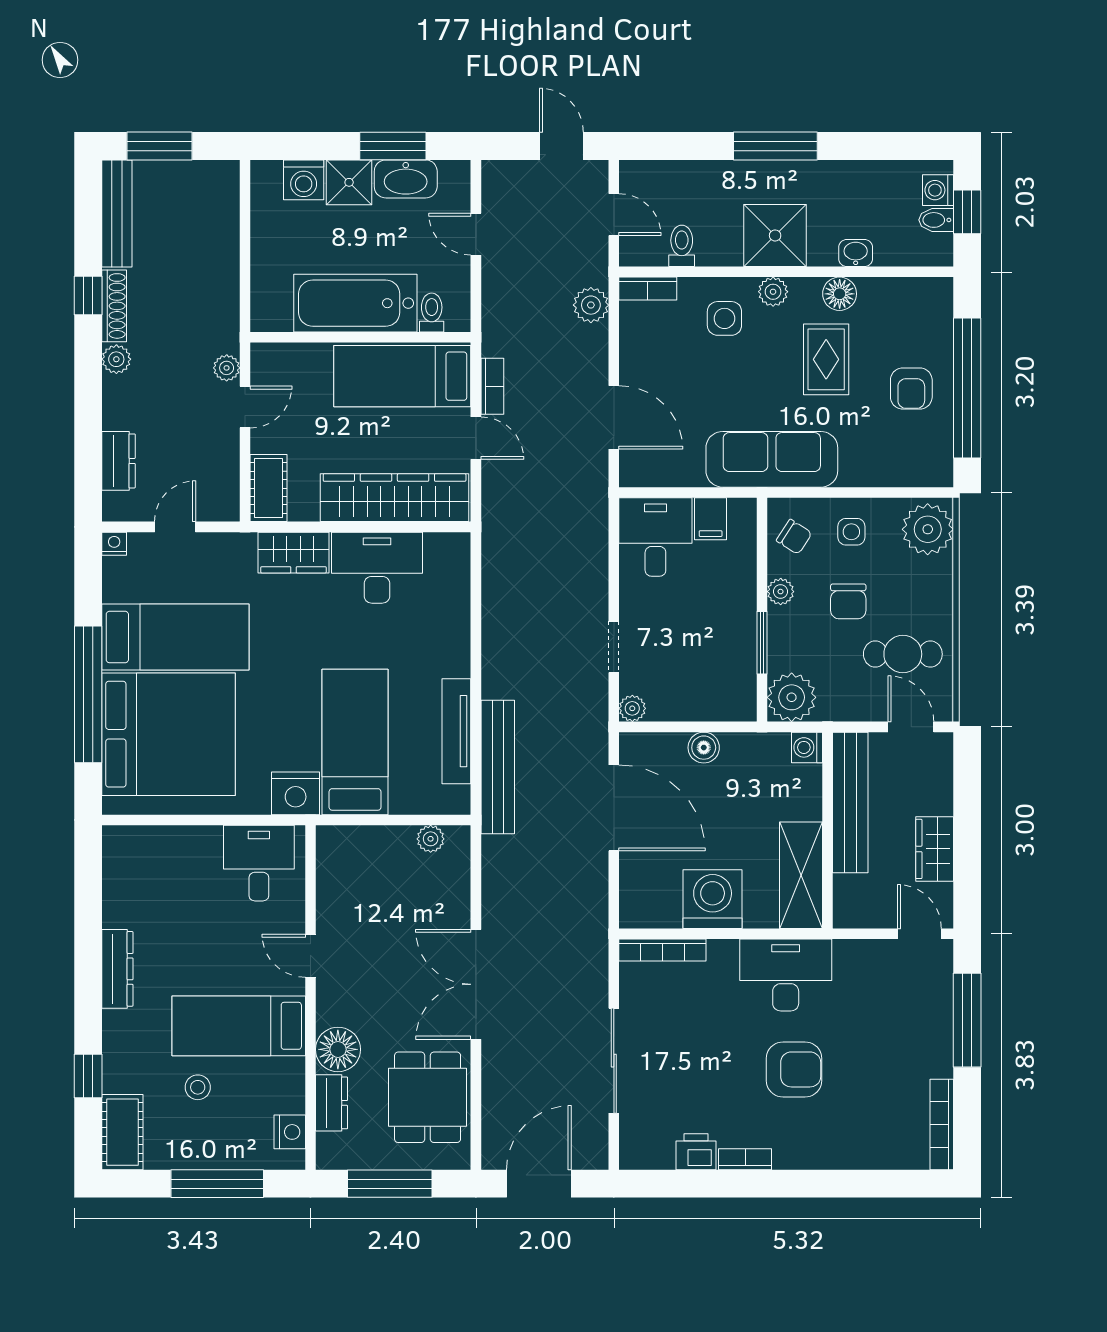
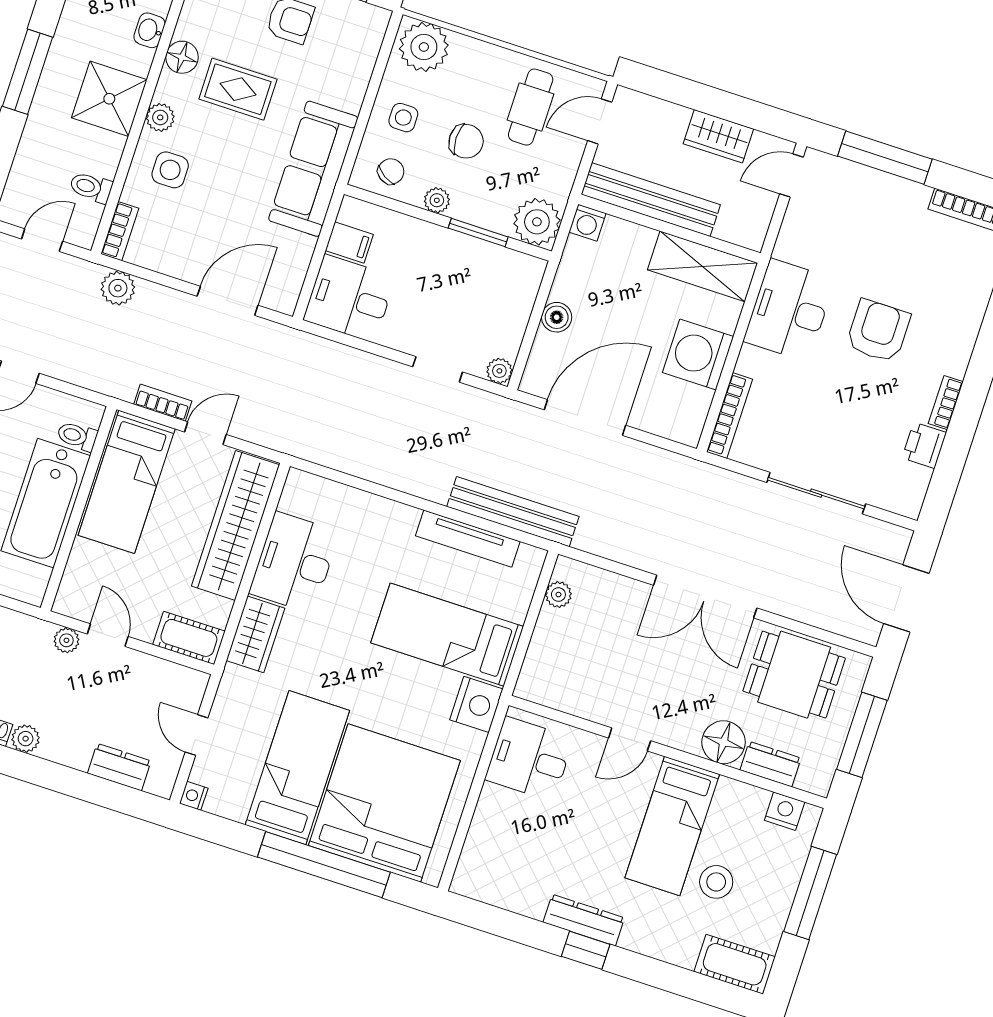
window: (88, 1076) -> (586, 950), moved
stool: (198, 1087) -> (716, 882), width x1.37, depth x1.37

